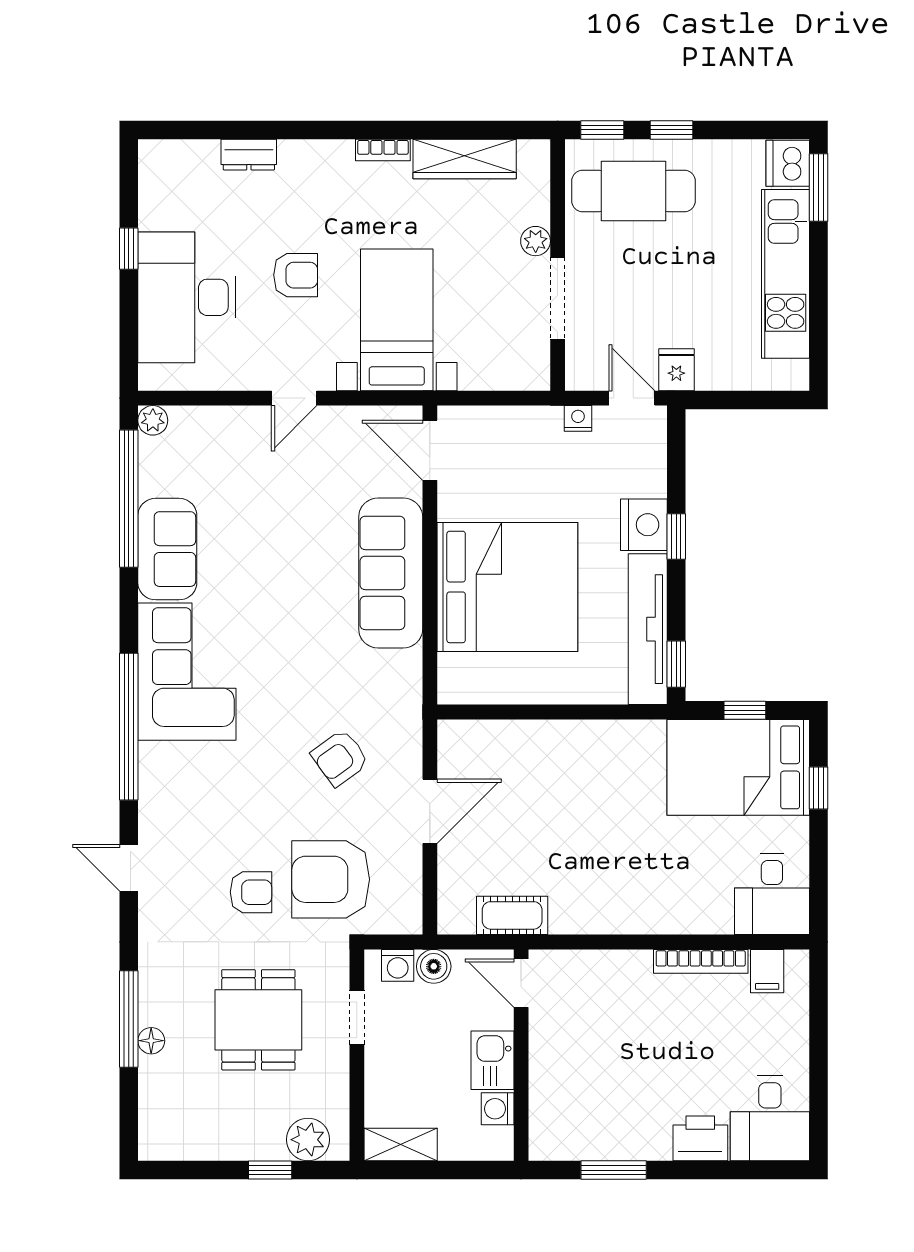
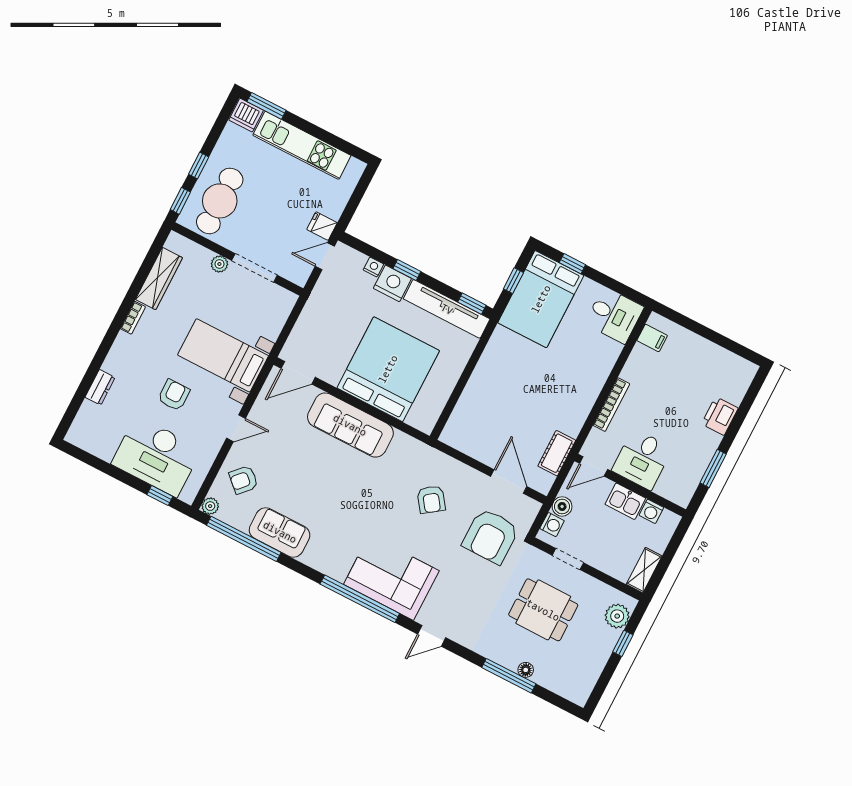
window: (129, 249) -> (160, 496), moved
door: (294, 398) -> (236, 428), hinge flipped
nightstand: (578, 418) -> (373, 267), moved, turned 90
corner sofa: (187, 672) -> (391, 578), moved
door: (430, 811) -> (509, 481), moved
armchair: (251, 892) -> (243, 480), moved, turned -137
bookcase: (701, 961) -> (611, 405), moved
desk: (770, 1118) -> (642, 459), moved, turned 90

